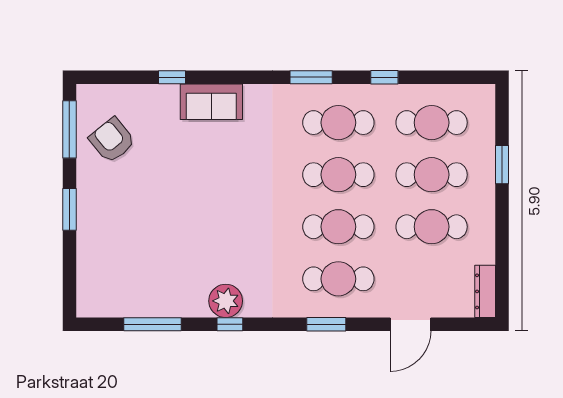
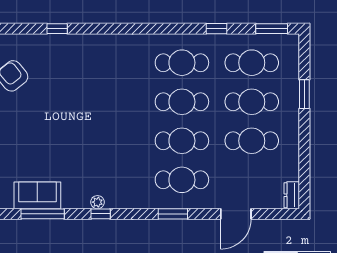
window: (311, 77) -> (272, 29), moved
sofa: (211, 102) -> (37, 195), moved, turned 180
dresser: (485, 291) -> (292, 195), width x0.70
plant: (226, 301) -> (97, 202), width x0.53, depth x0.53

